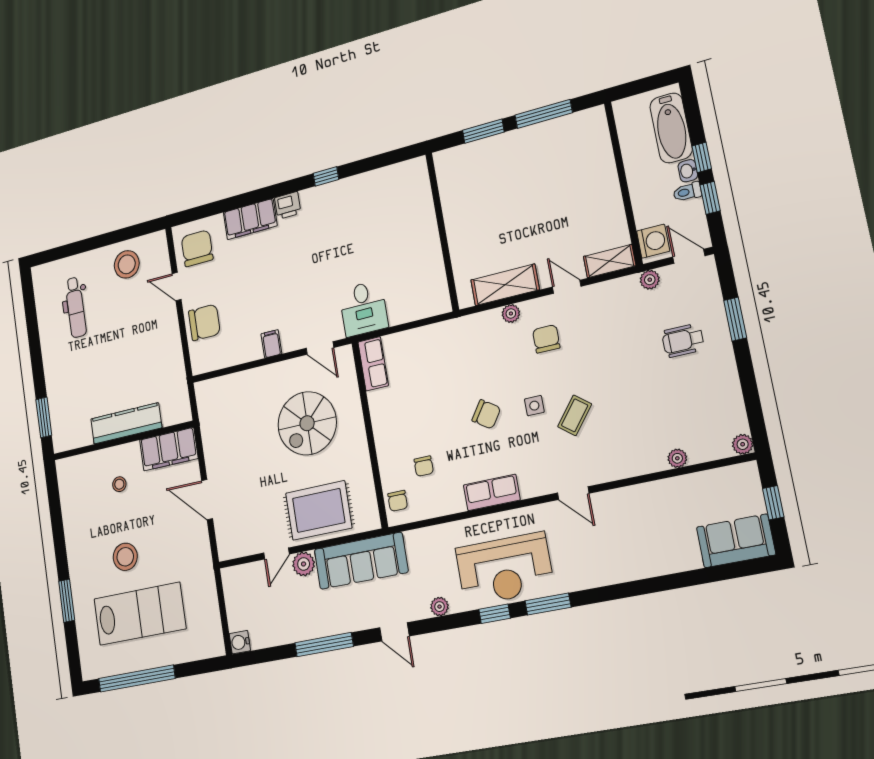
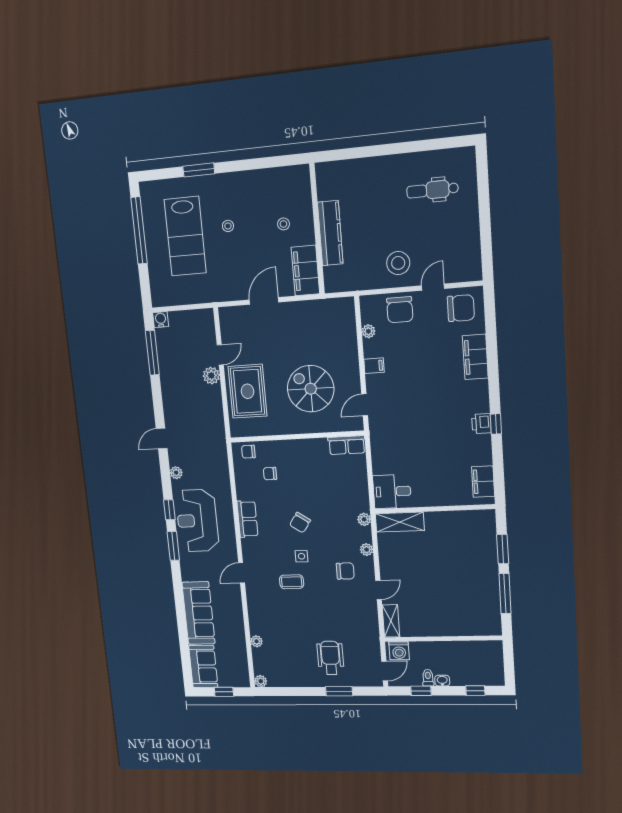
bathtub: (671, 128) -> (474, 675), removed
window: (702, 157) -> (475, 691), moved
filing cabinet: (399, 176) -> (483, 481), added
printer: (288, 205) -> (481, 424), moved
stool: (127, 264) -> (398, 263), moved
plant: (650, 280) -> (364, 519), moved
shelving: (505, 285) -> (400, 522), moved, turned 90
desk: (363, 308) -> (392, 491), moved
wheelchair: (683, 340) -> (330, 658), width x1.36, depth x1.37
plant: (232, 358) -> (368, 331), added
coffee table: (575, 415) -> (292, 582), turned -38
window: (44, 417) -> (345, 154), removed
door: (276, 554) -> (220, 355), swing flipped
stool: (125, 557) -> (228, 226), width x0.53, depth x0.53
sofa: (361, 561) -> (198, 613), moved, turned 180
window: (324, 645) -> (152, 353), moved

